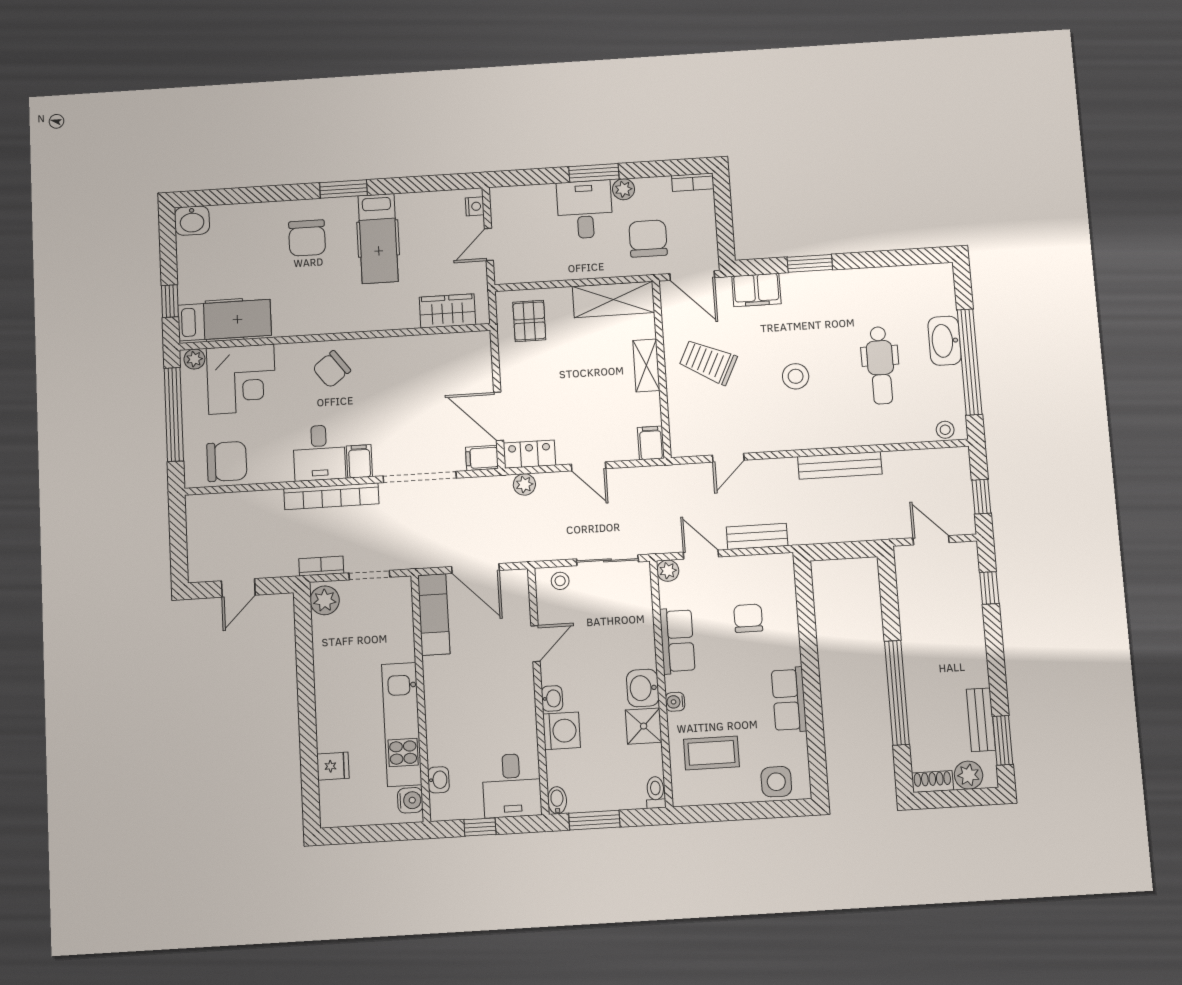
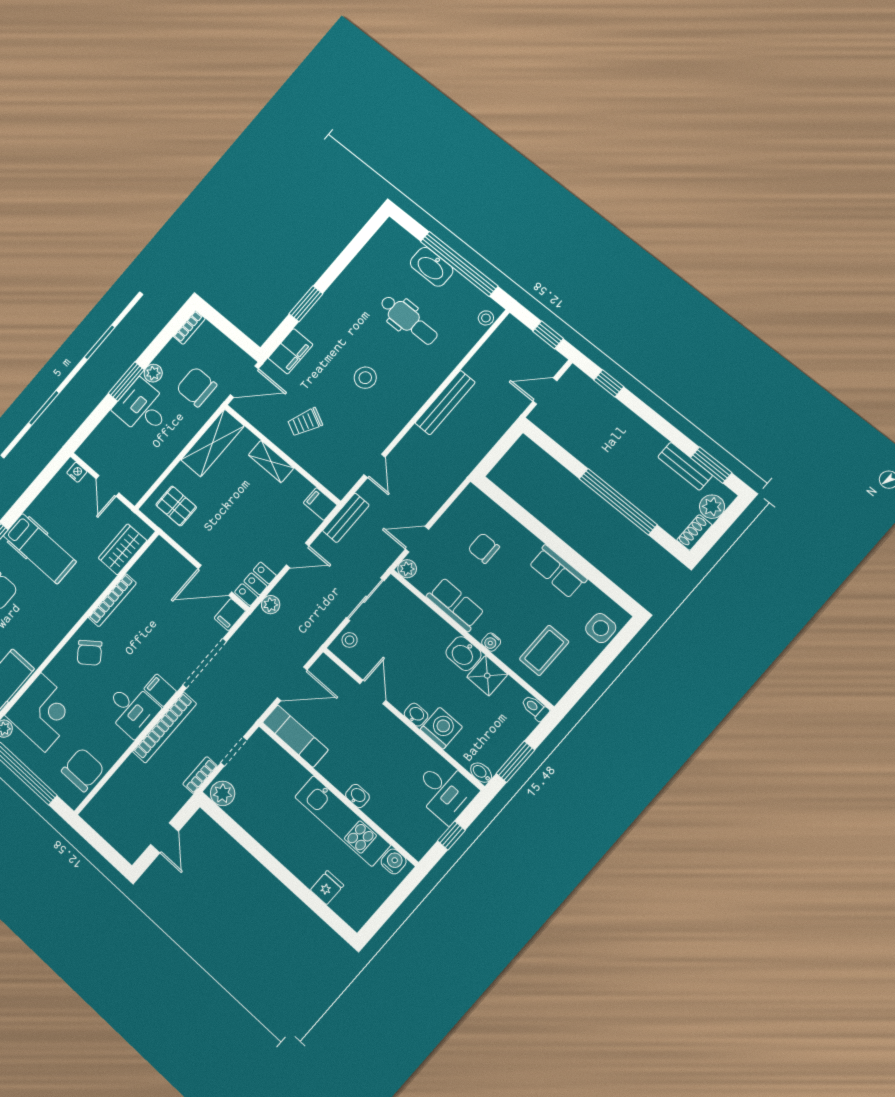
bookcase: (396, 345) -> (112, 600), added
trolley: (708, 362) -> (305, 422), width x0.73, depth x0.72
bench: (757, 536) -> (346, 518), moved
washbasin: (438, 780) -> (357, 796), moved

